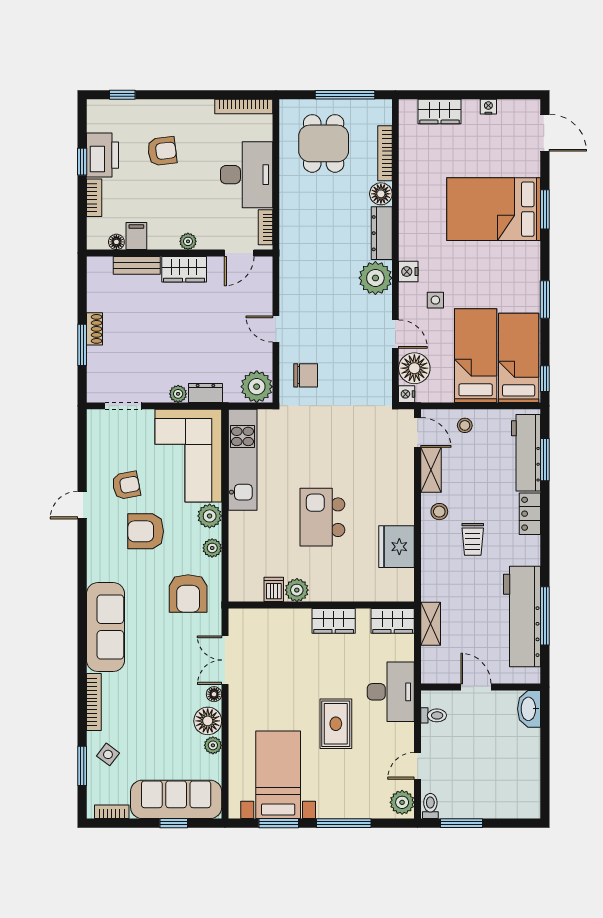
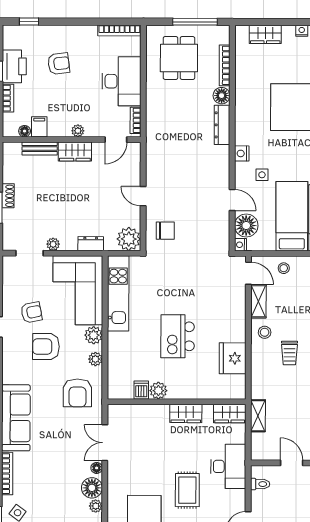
plant: (375, 278) -> (217, 158), removed
plant: (178, 394) -> (53, 244), moved

